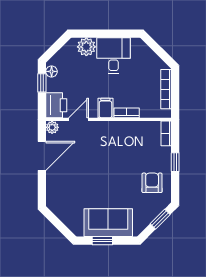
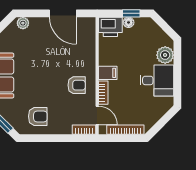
floor lamp: (52, 71) -> (129, 22), moved
door: (78, 119) -> (97, 115), moved
plant: (52, 127) -> (23, 23), moved
armchair: (119, 141) -> (77, 85), added
window: (175, 162) -> (57, 138), removed

